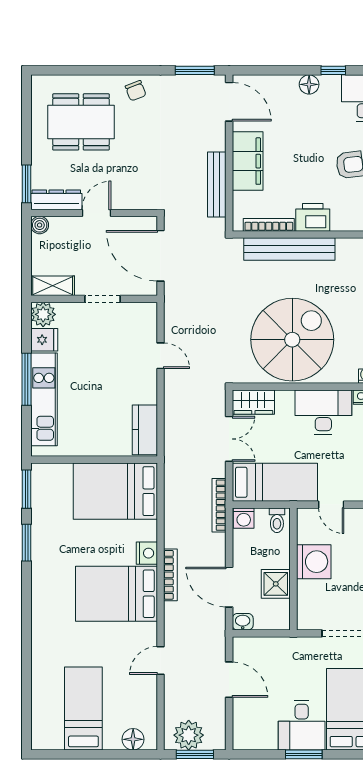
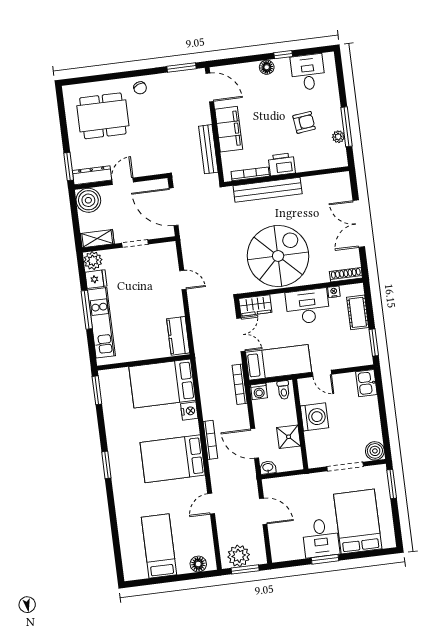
boiler: (40, 225) -> (88, 200), width x1.86, depth x1.86
window: (26, 543) -> (106, 465), moved
nightstand: (147, 553) -> (189, 411), moved

